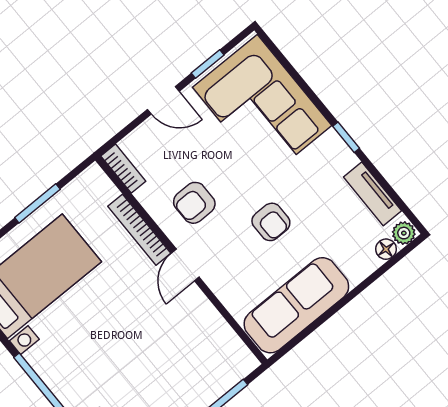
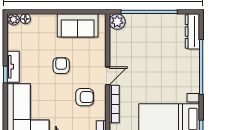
tv unit: (373, 194) -> (13, 67), moved
sofa: (296, 305) -> (78, 25), width x0.73
plant: (240, 362) -> (117, 22), added

